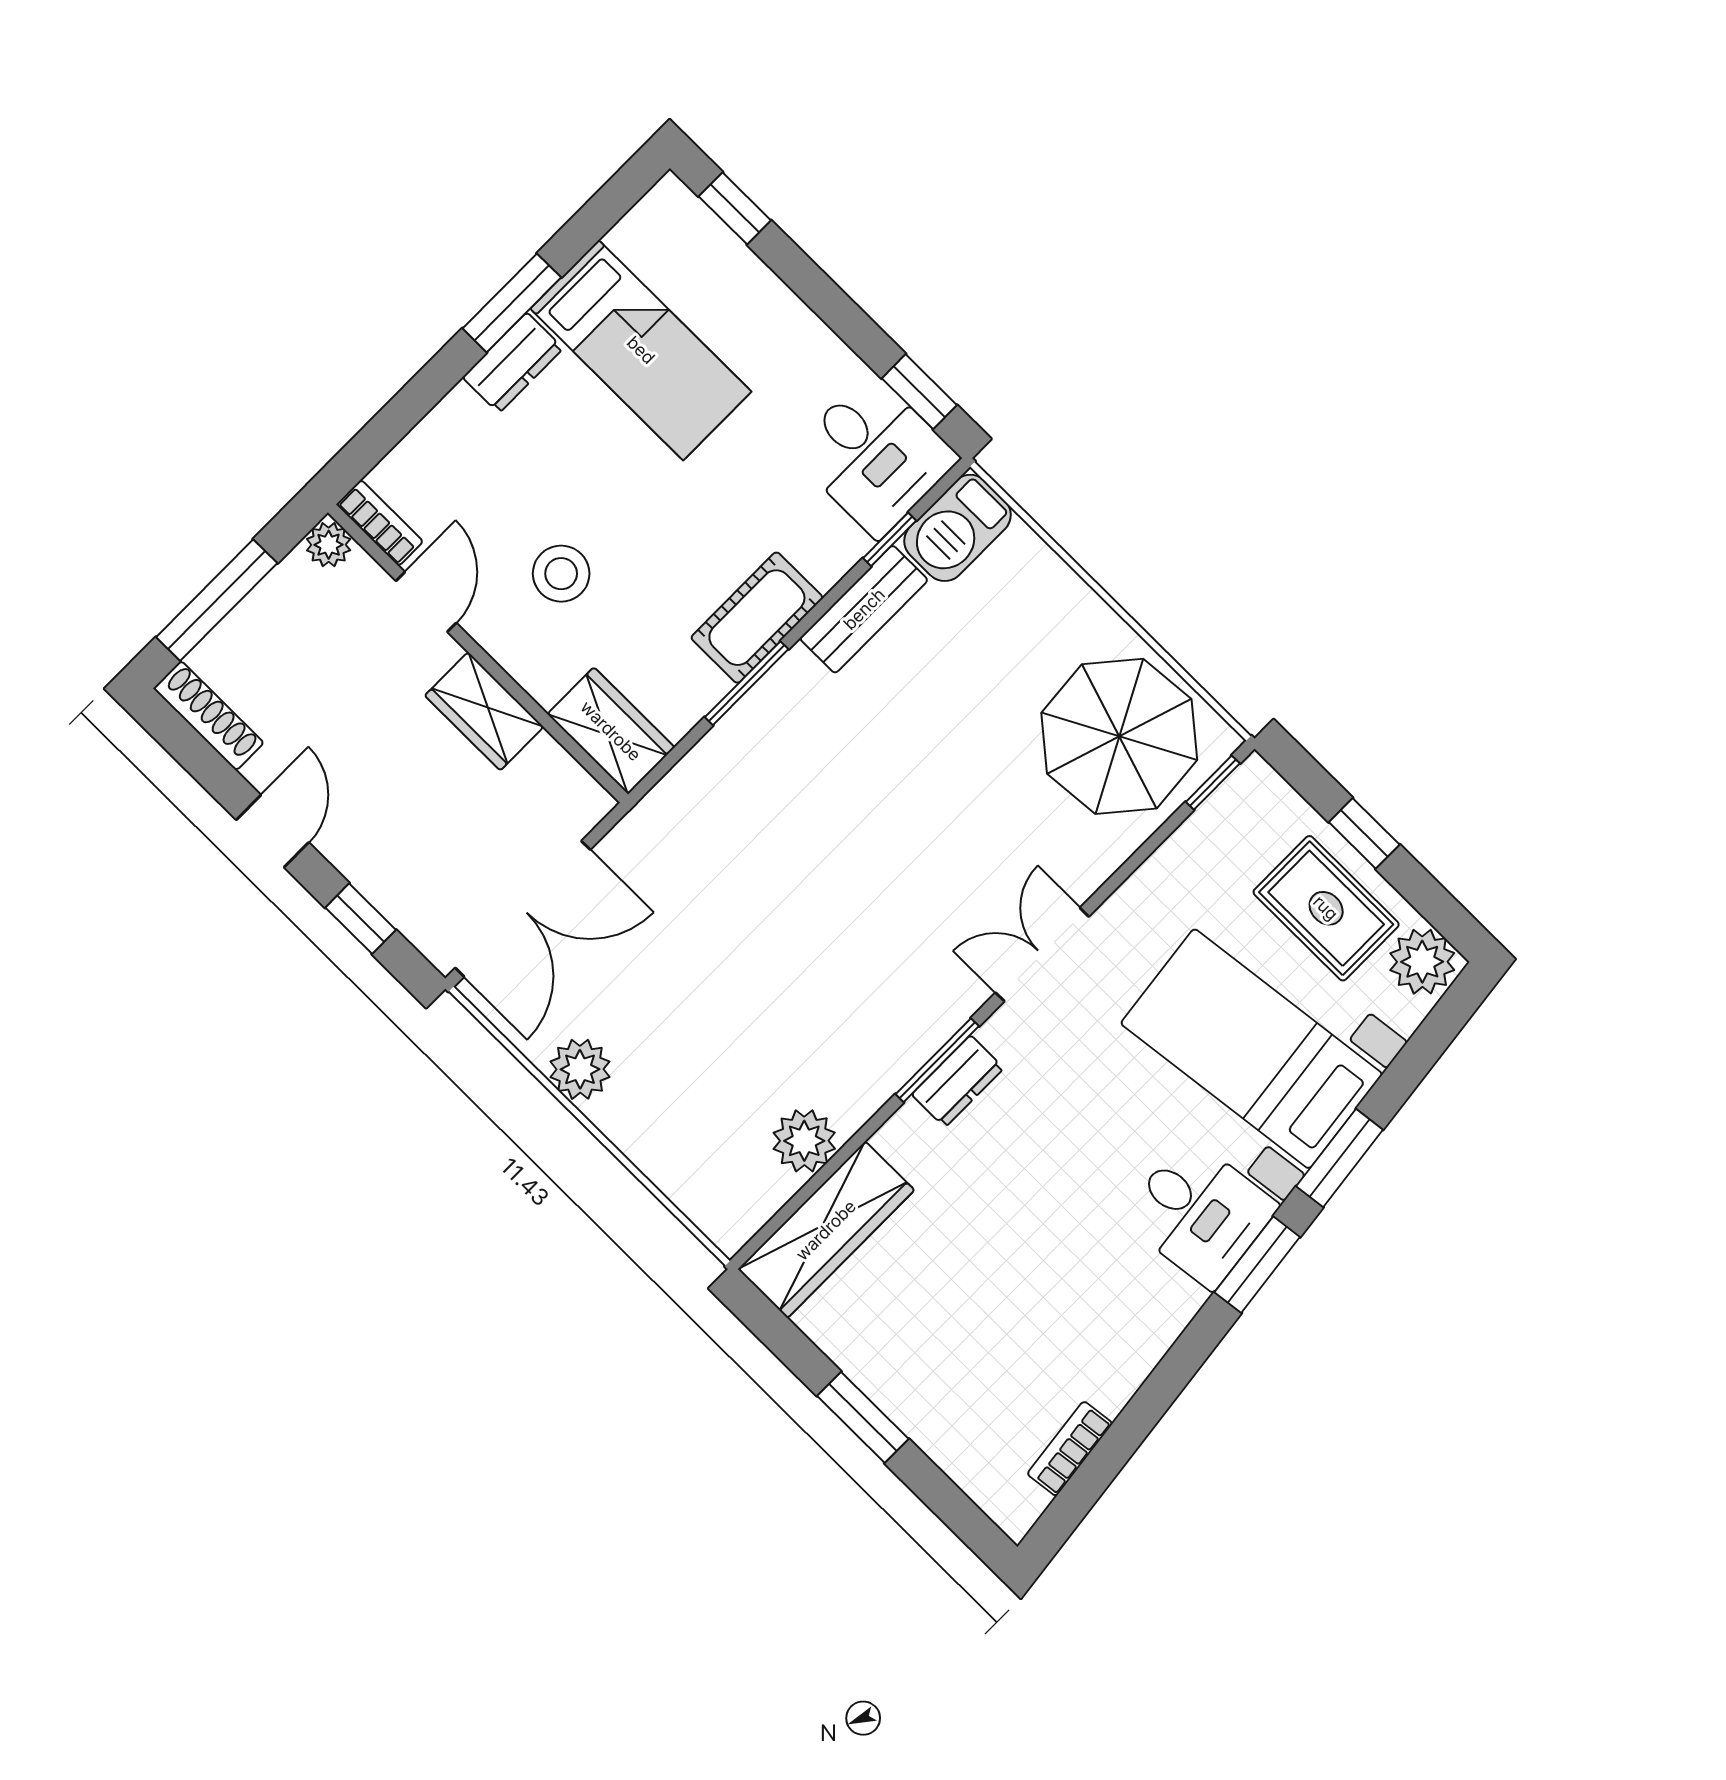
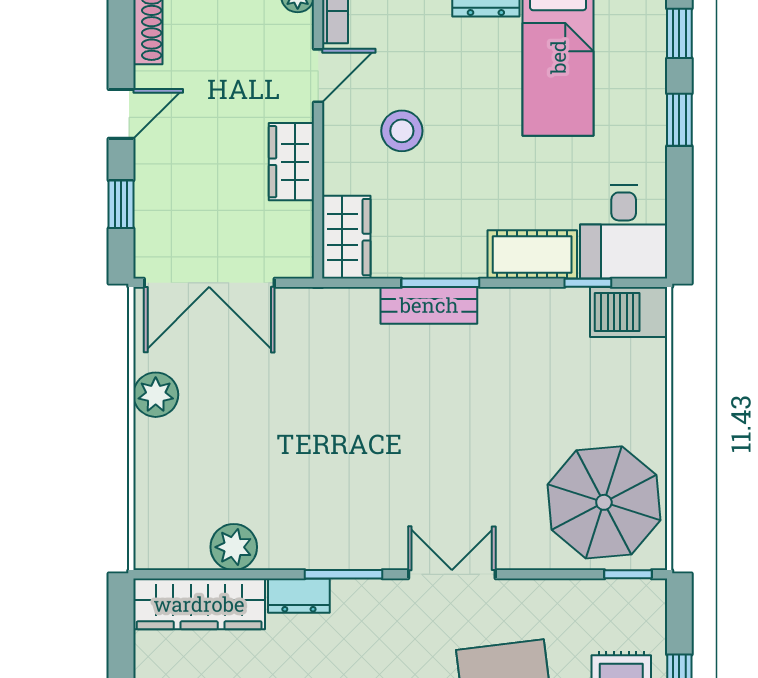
window: (919, 392) -> (679, 120), moved
bench: (864, 609) -> (429, 305), moved
cot: (757, 618) -> (532, 254), moved
dresser: (958, 1081) -> (299, 596), moved

